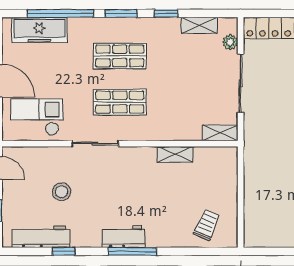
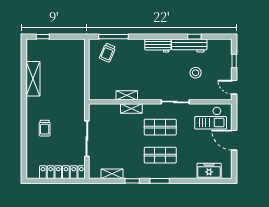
window: (60, 13) -> (196, 181), removed
freezer: (39, 30) -> (209, 171), width x0.71
plant: (230, 42) -> (93, 164), removed
shelving: (220, 133) -> (131, 108), moved
workbench: (41, 237) -> (189, 45), moved
window: (132, 251) -> (113, 37), moved

